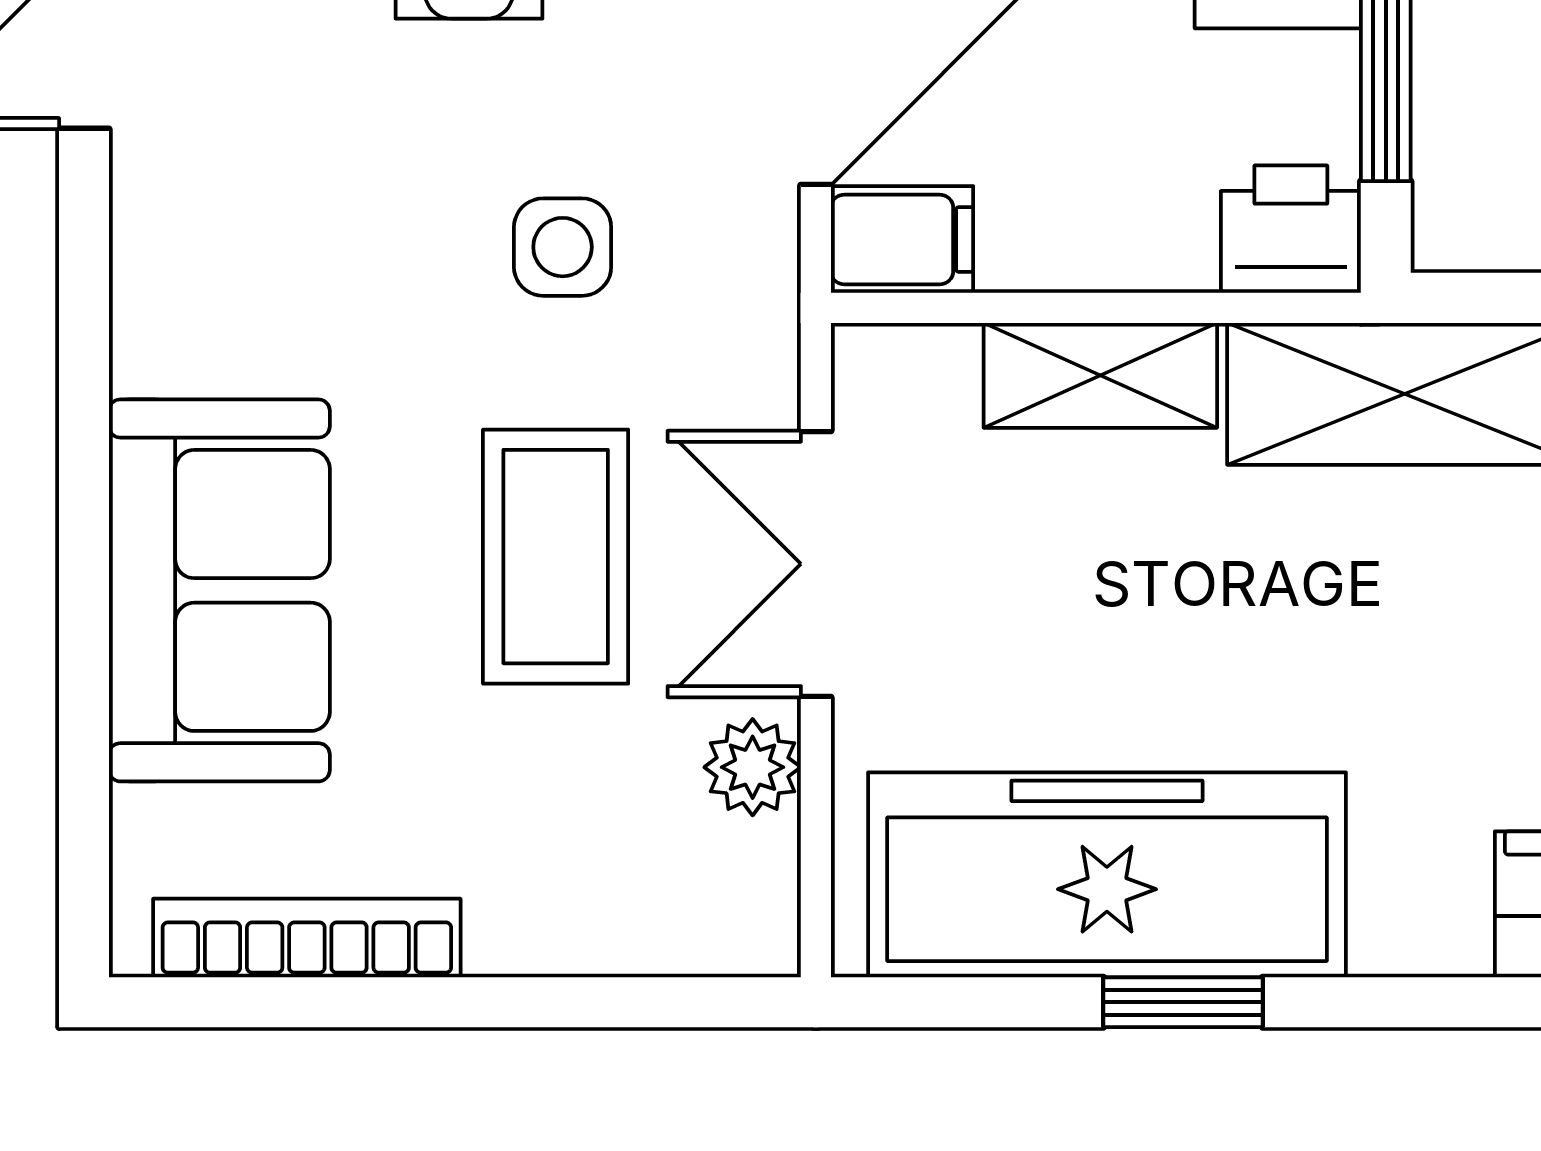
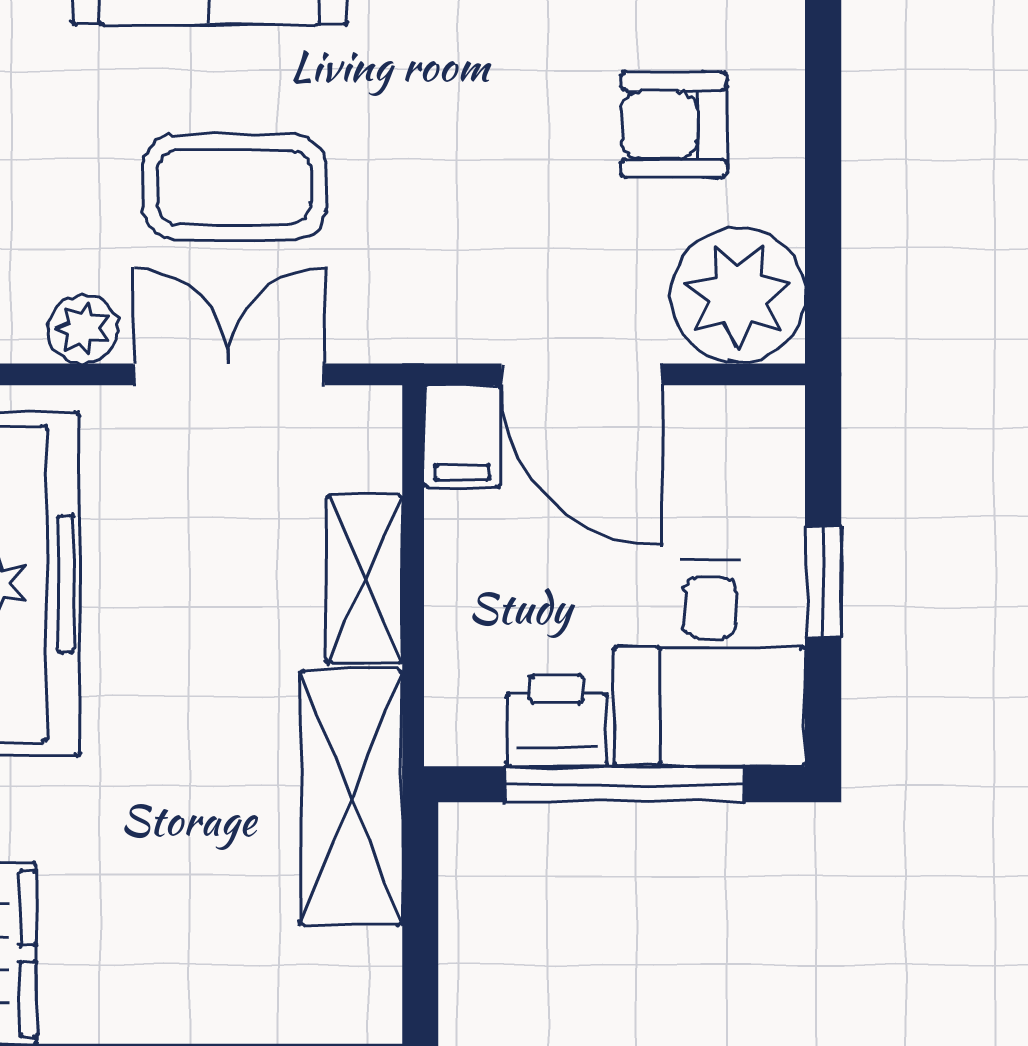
printer: (1291, 229) -> (557, 721), moved, turned -90
side table: (563, 247) -> (457, 192), removed

